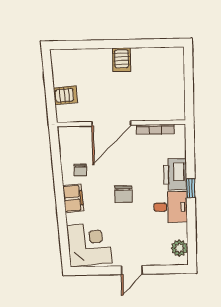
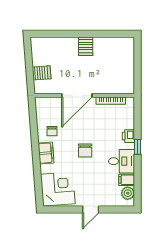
printer: (175, 175) -> (128, 136), width x0.53, depth x0.68
filing cabinet: (178, 231) -> (127, 180), added

